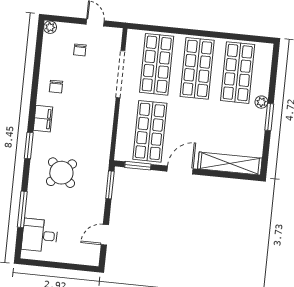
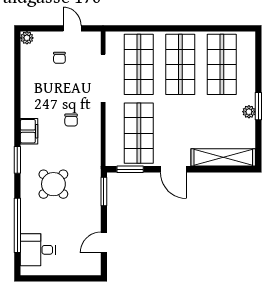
chair: (56, 87) -> (71, 120), moved
plant: (261, 102) -> (249, 112), moved
door: (180, 170) -> (173, 169), swing flipped
window: (22, 209) -> (17, 225), width x1.46

